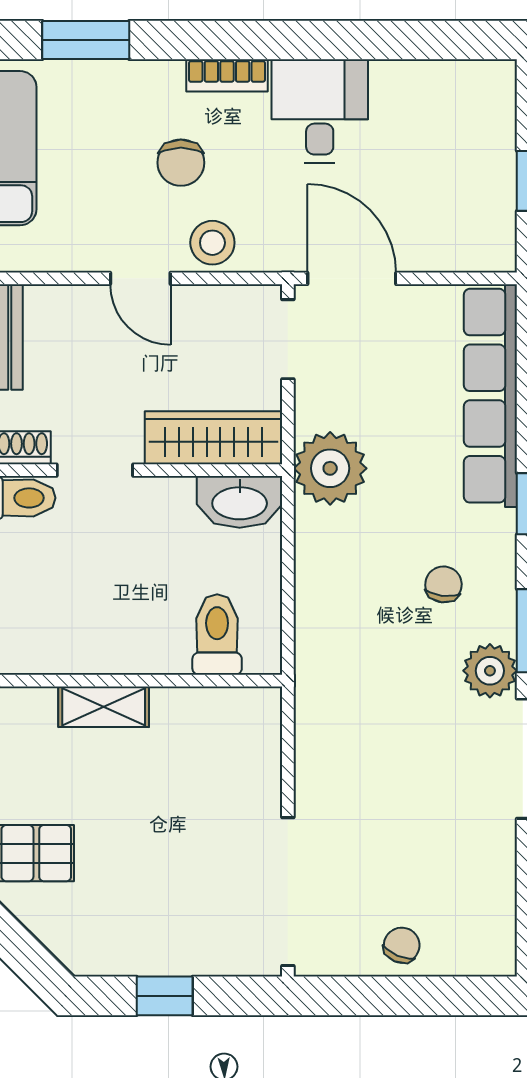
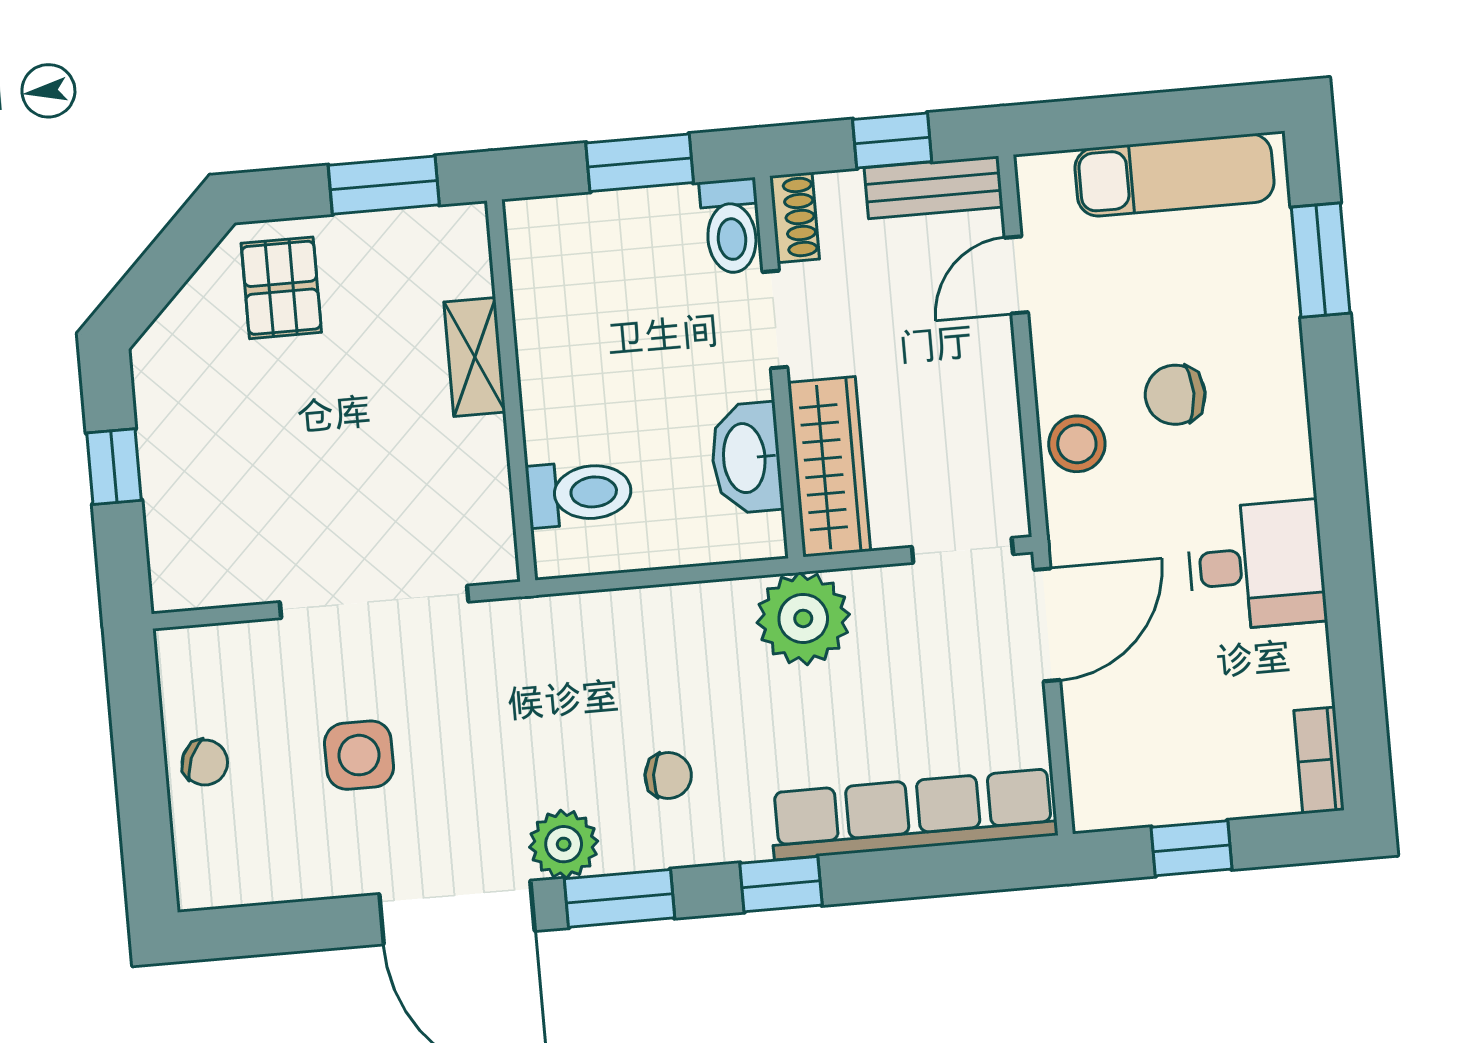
bookcase: (227, 75) -> (1319, 760), moved
door: (140, 278) -> (1016, 275), moved
washbasin: (240, 502) -> (746, 458), moved
side table: (406, 824) -> (359, 755), added
doorway: (288, 892) -> (374, 602), moved

